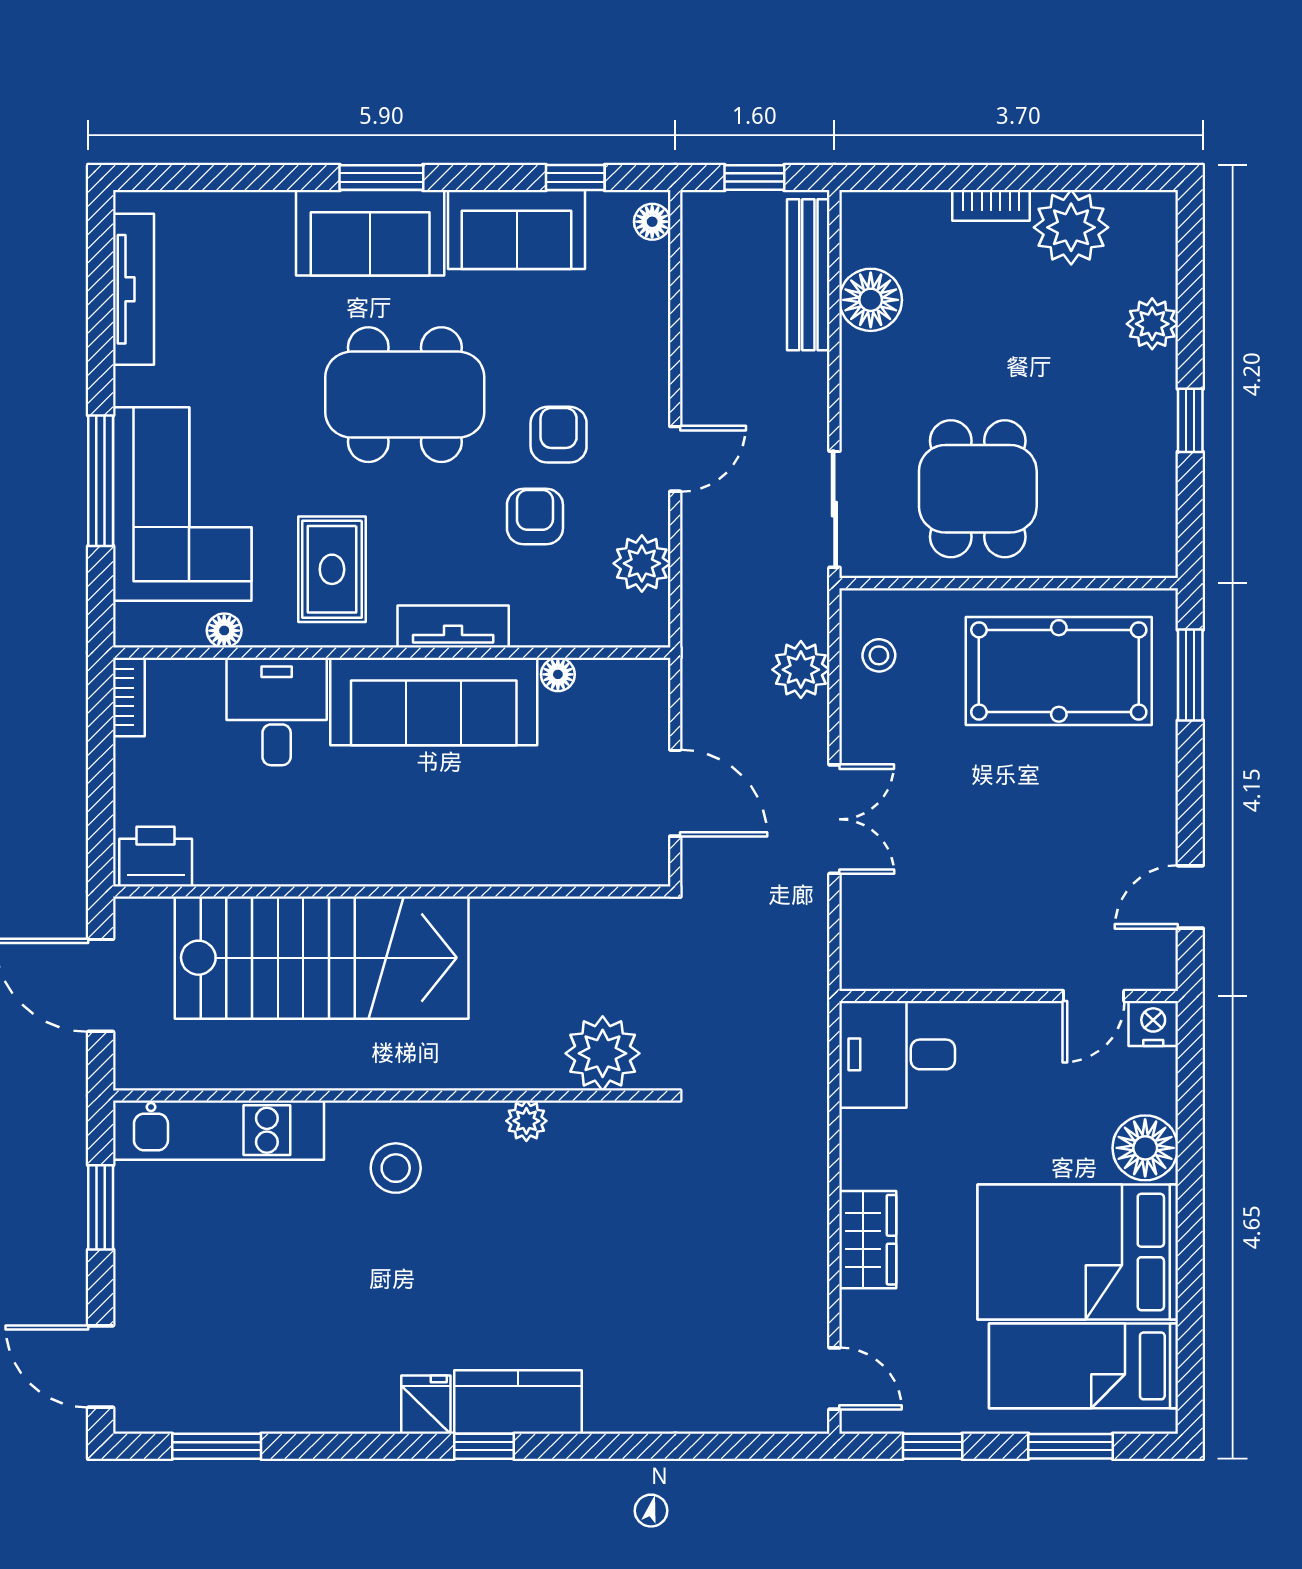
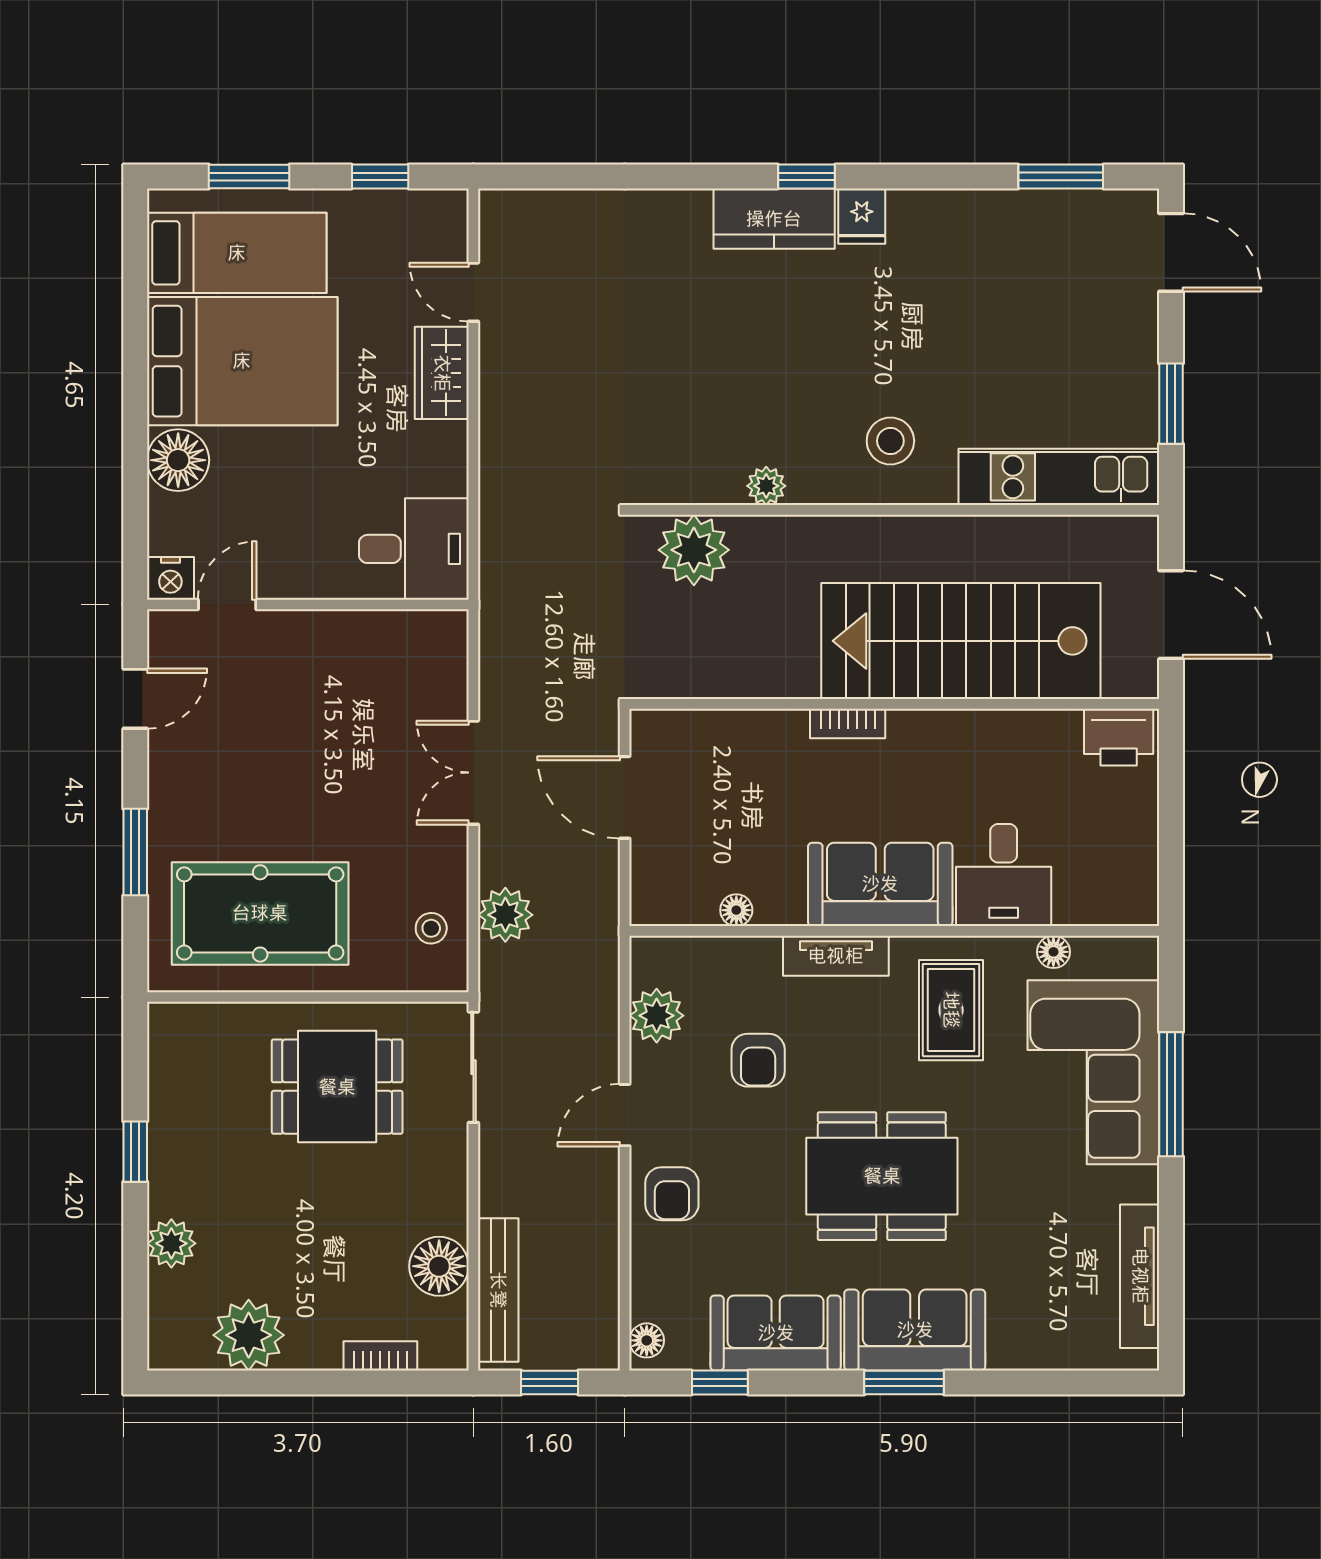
bookcase: (991, 205) -> (380, 1356), moved
armchair: (559, 435) -> (672, 1194), moved
dining table: (978, 489) -> (337, 1087), turned 90
window: (1190, 675) -> (135, 852), moved
bookcase: (129, 697) -> (848, 724), moved, turned -90
sofa: (434, 702) -> (880, 884), width x0.73
door: (834, 1379) -> (473, 292), moved

